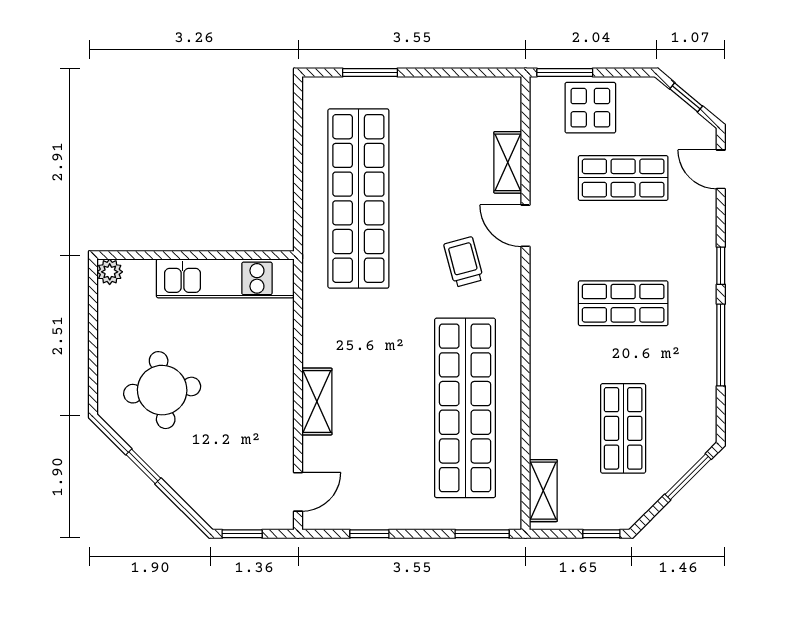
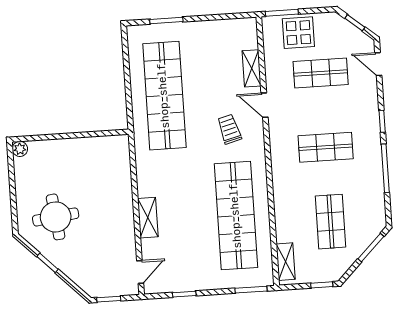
kitchen unit: (225, 278) -> (89, 148), removed

